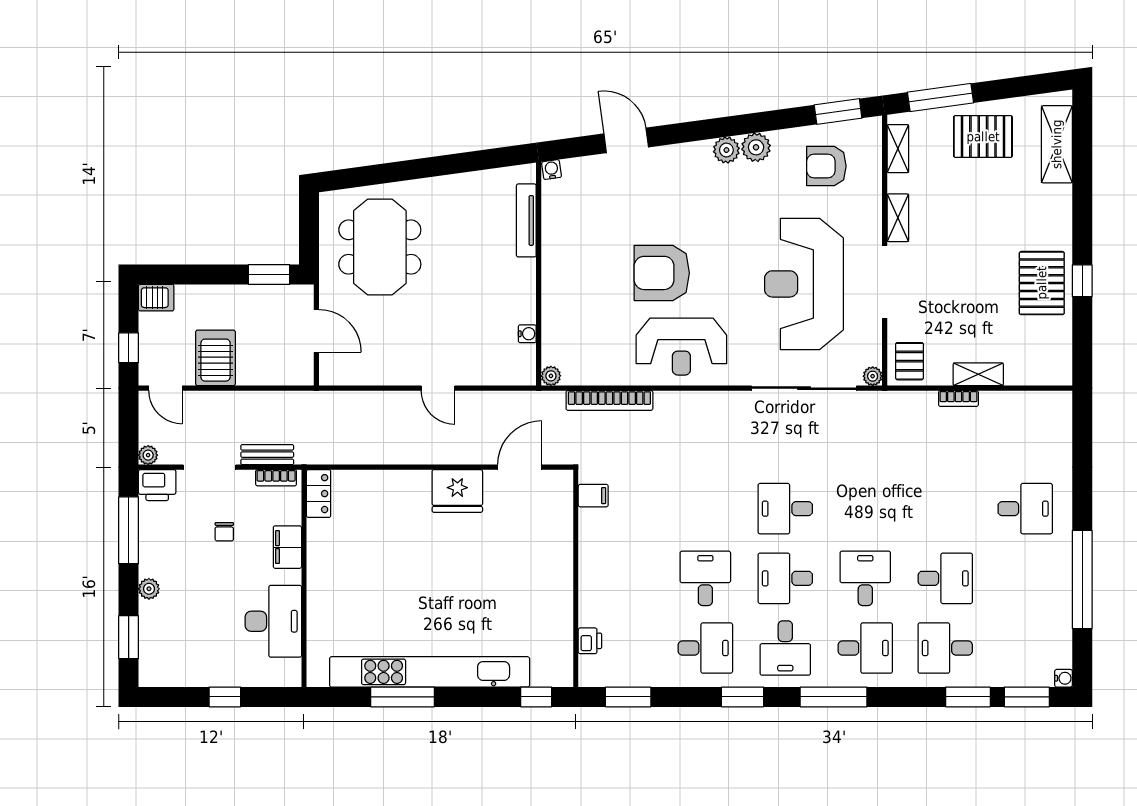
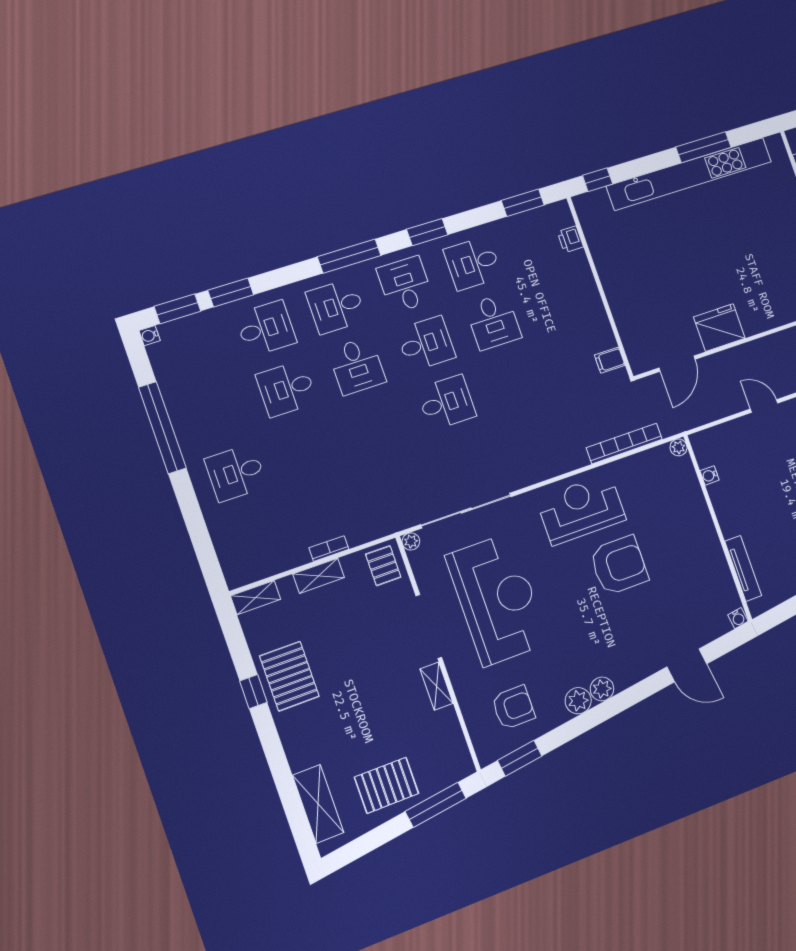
shelving: (898, 149) -> (256, 597), moved, turned 90

